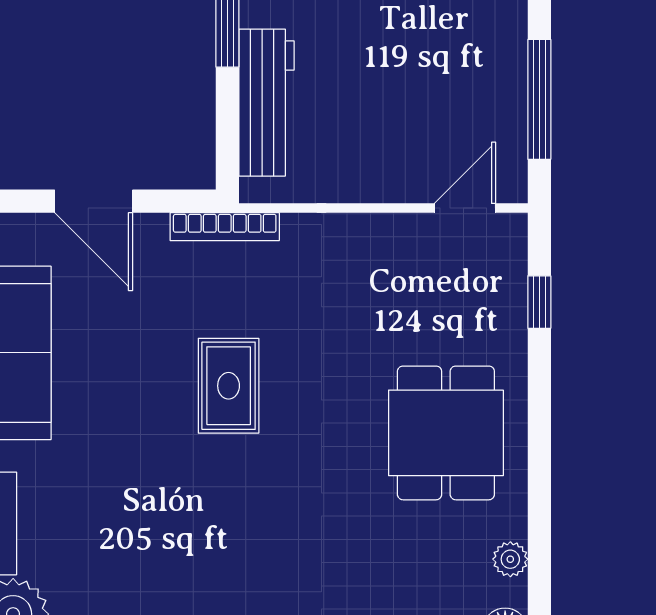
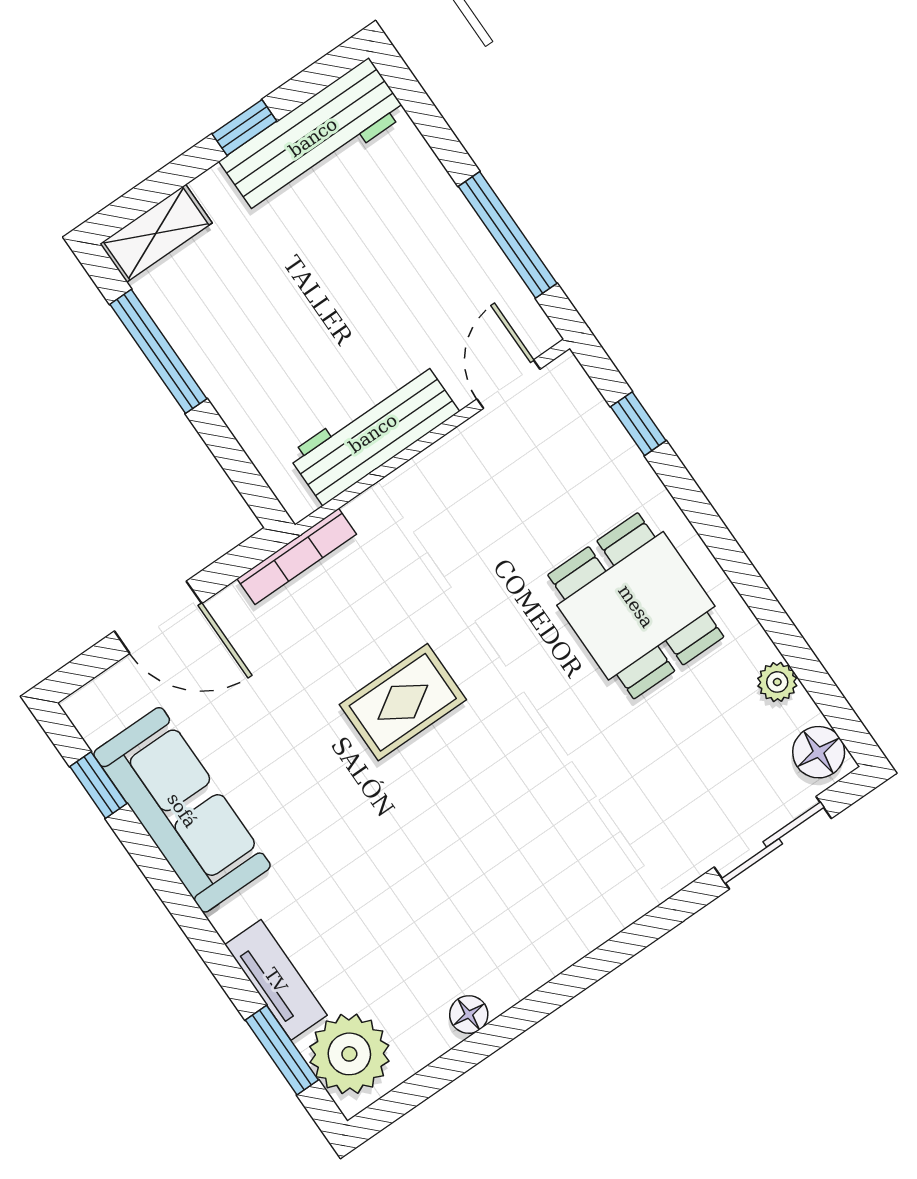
workbench: (266, 103) -> (373, 433), moved, turned -90
rug: (229, 386) -> (403, 702), turned 90

